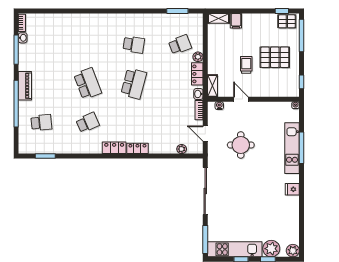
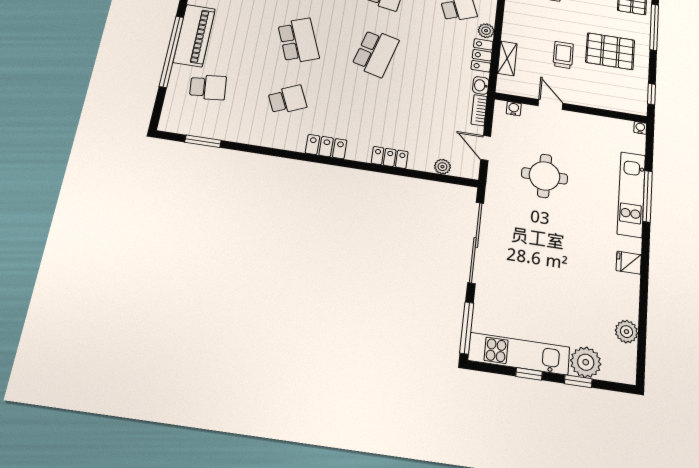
piano: (25, 86) -> (194, 36), width x1.37, depth x1.33
shelving: (213, 86) -> (507, 58), moved
locker: (137, 148) -> (390, 157), moved
plant: (293, 251) -> (626, 332), moved

